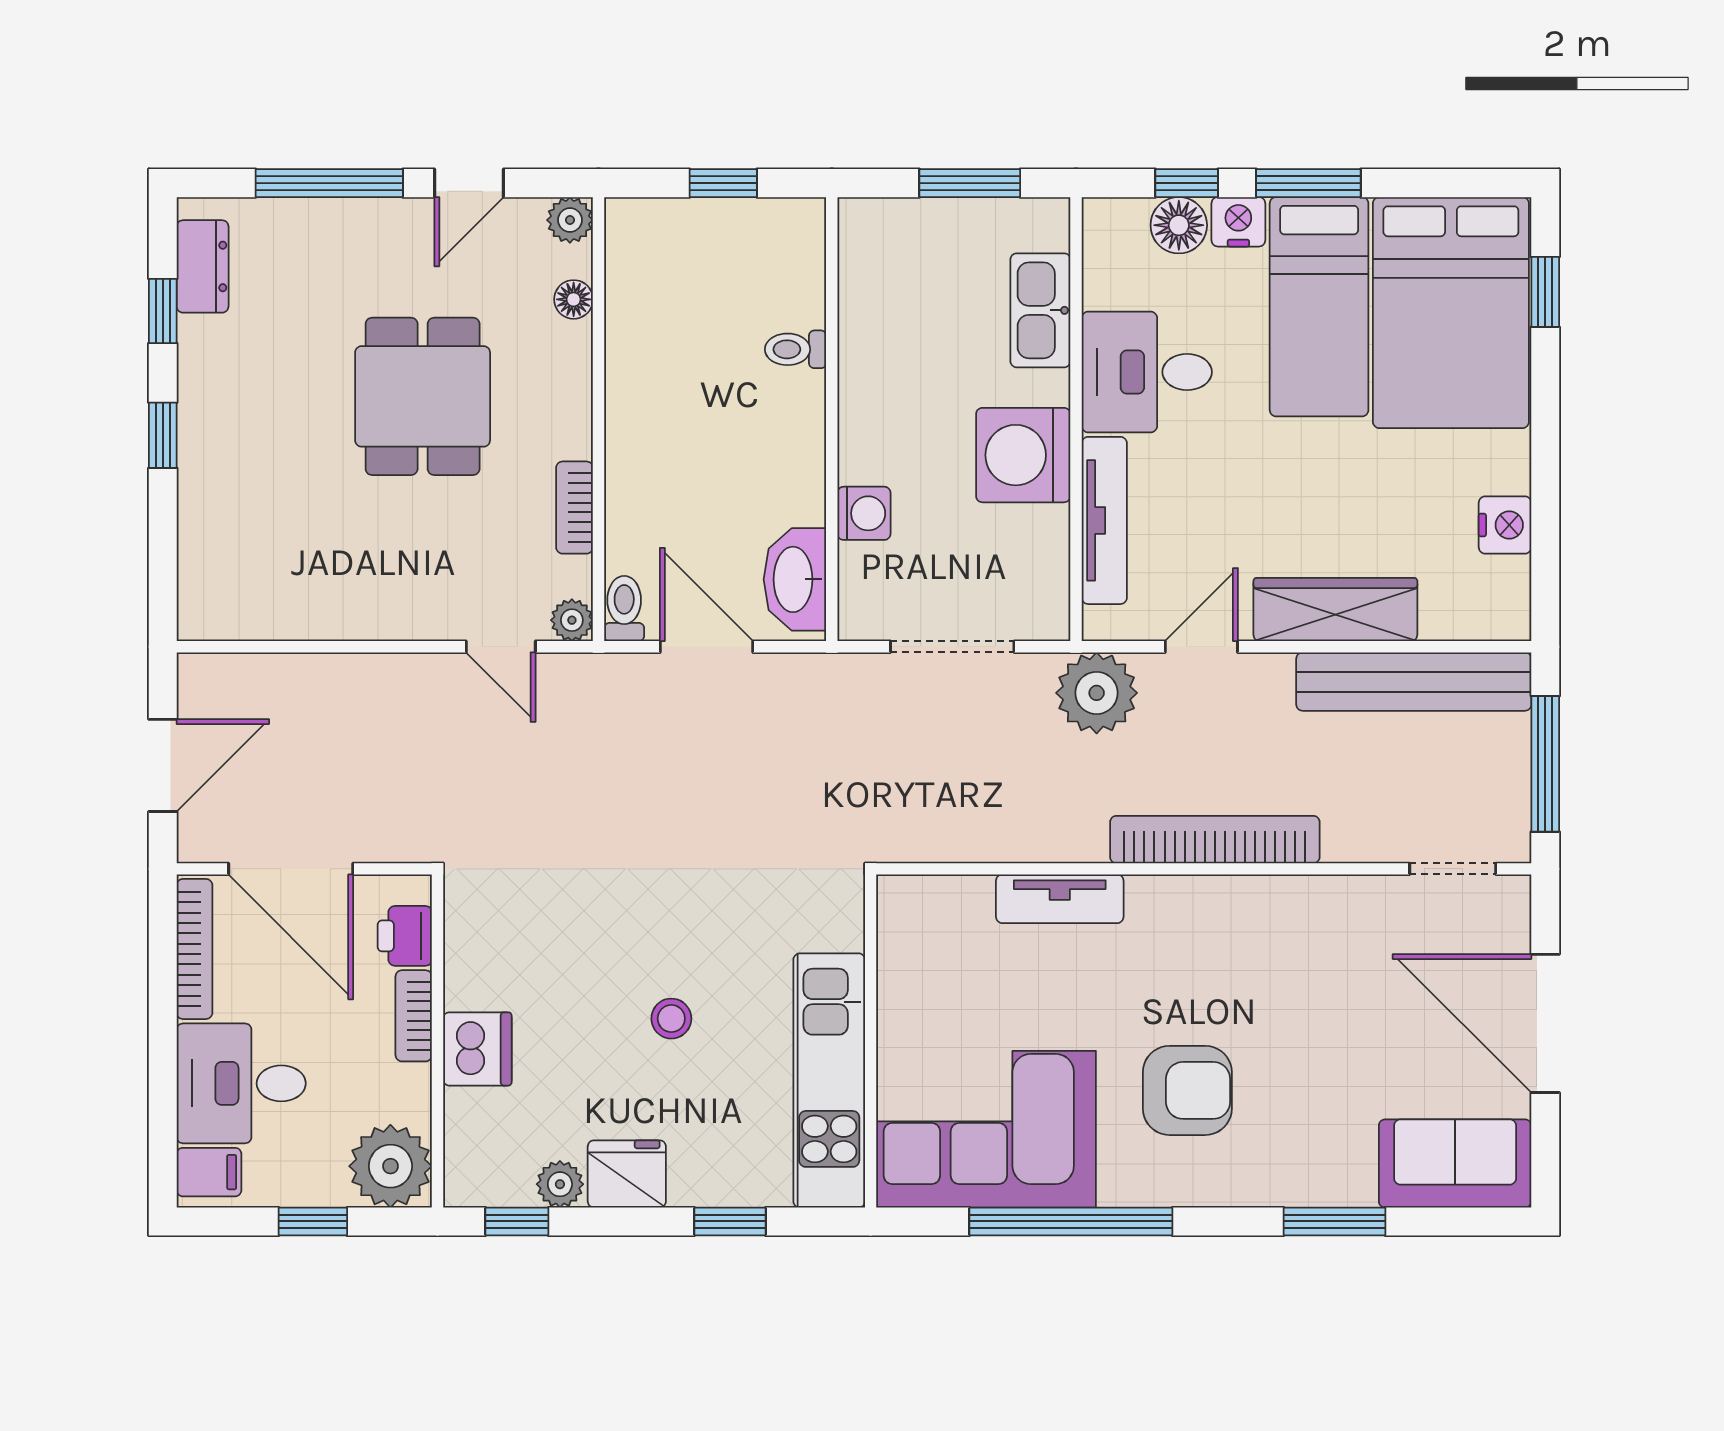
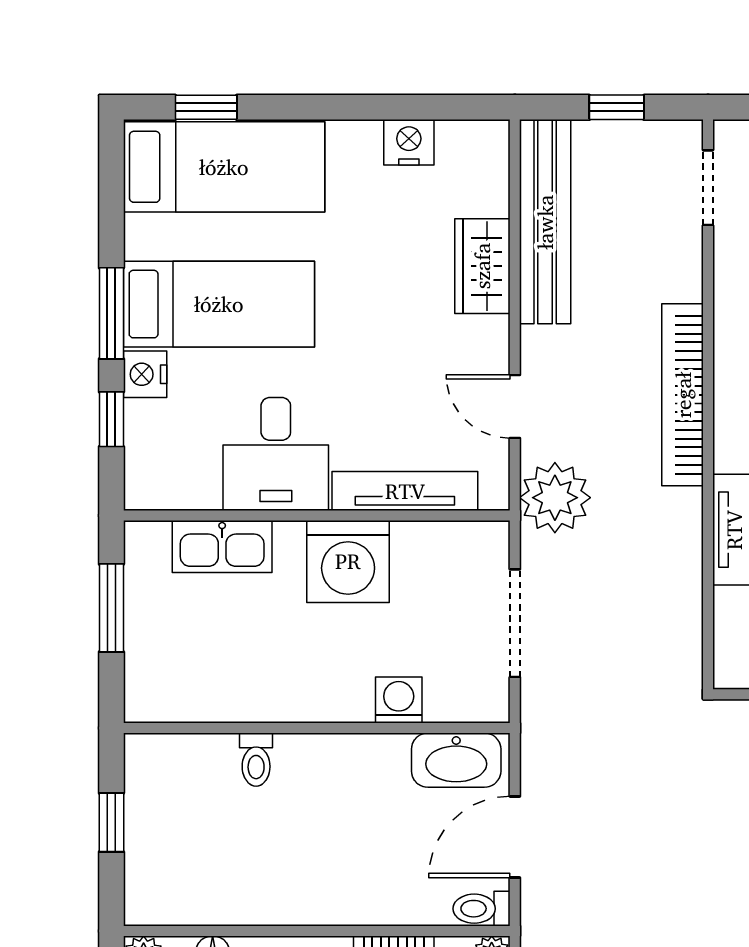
floor lamp: (1179, 225) -> (148, 426), removed
bed: (1451, 313) -> (224, 167), width x0.67
wardrobe: (1335, 610) -> (482, 266), width x0.67
window: (1545, 764) -> (617, 107), width x0.46

